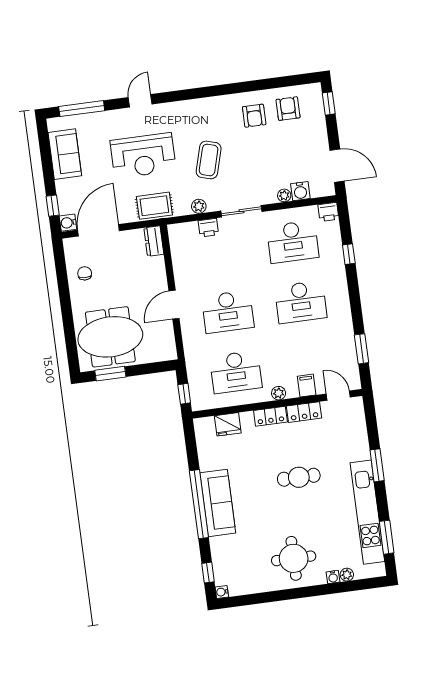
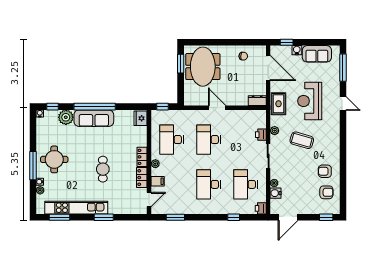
water cooler: (68, 223) -> (297, 50), moved
fridge: (228, 424) -> (141, 118), moved
plant: (223, 549) -> (66, 117), added
window: (308, 592) -> (33, 166), added

